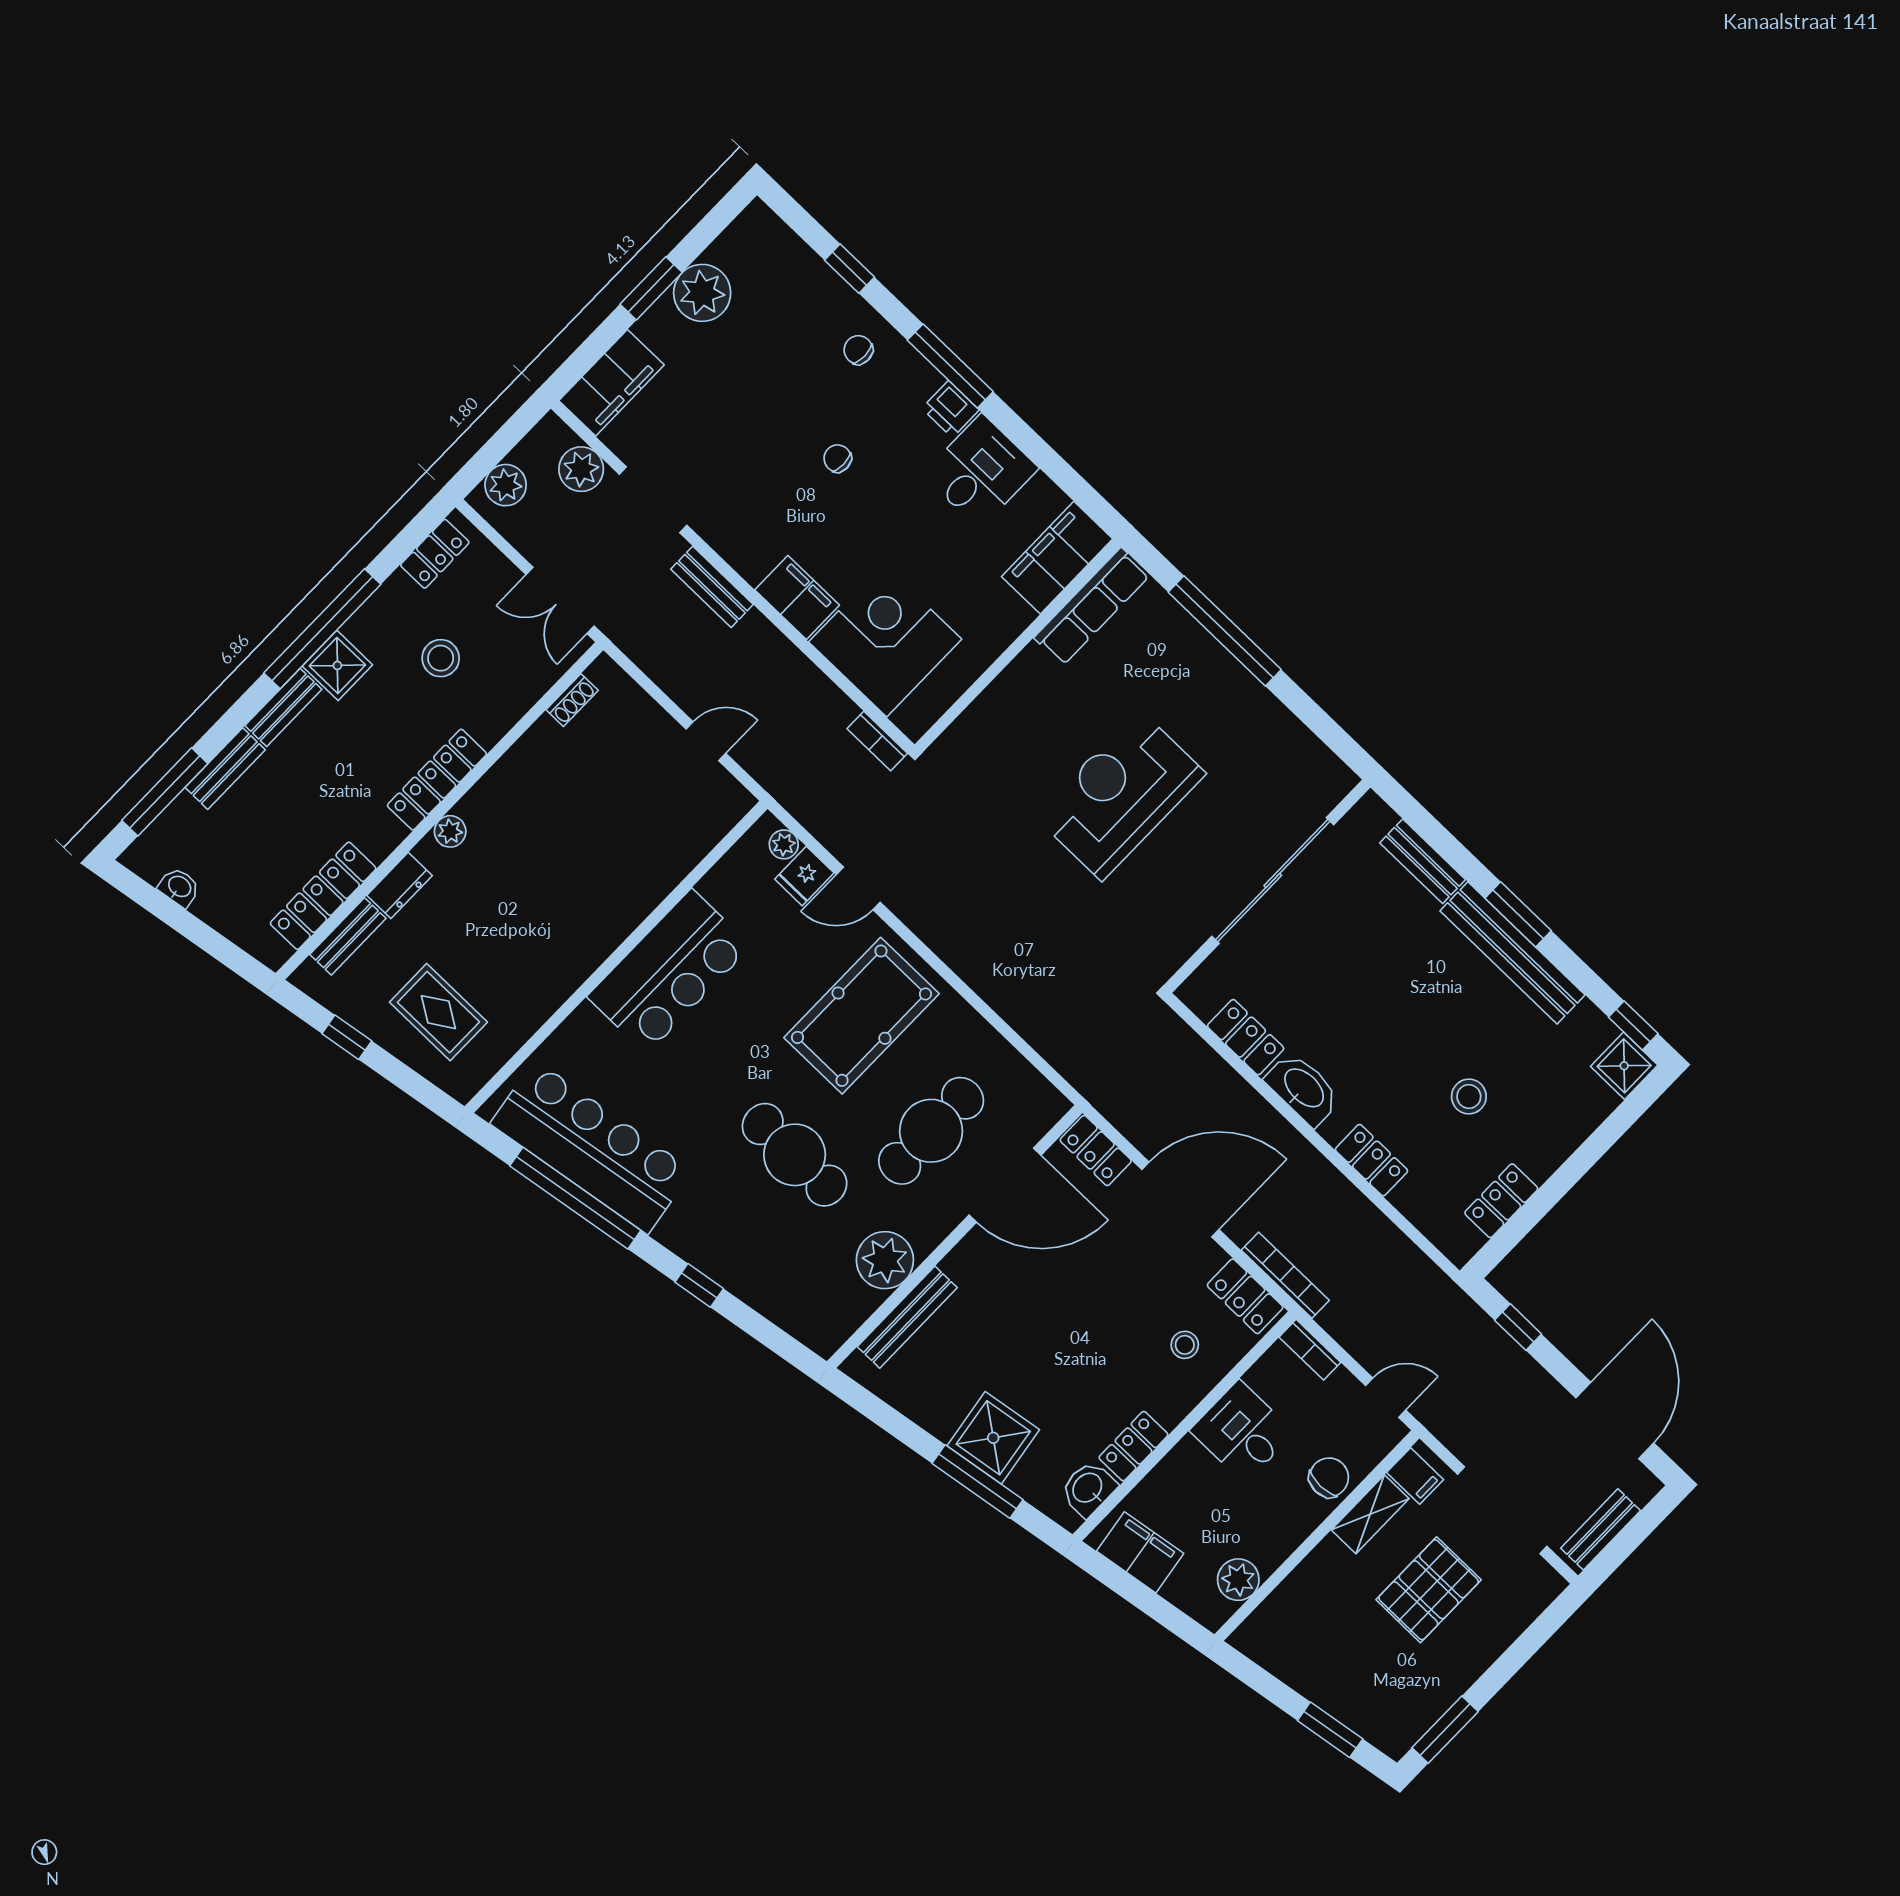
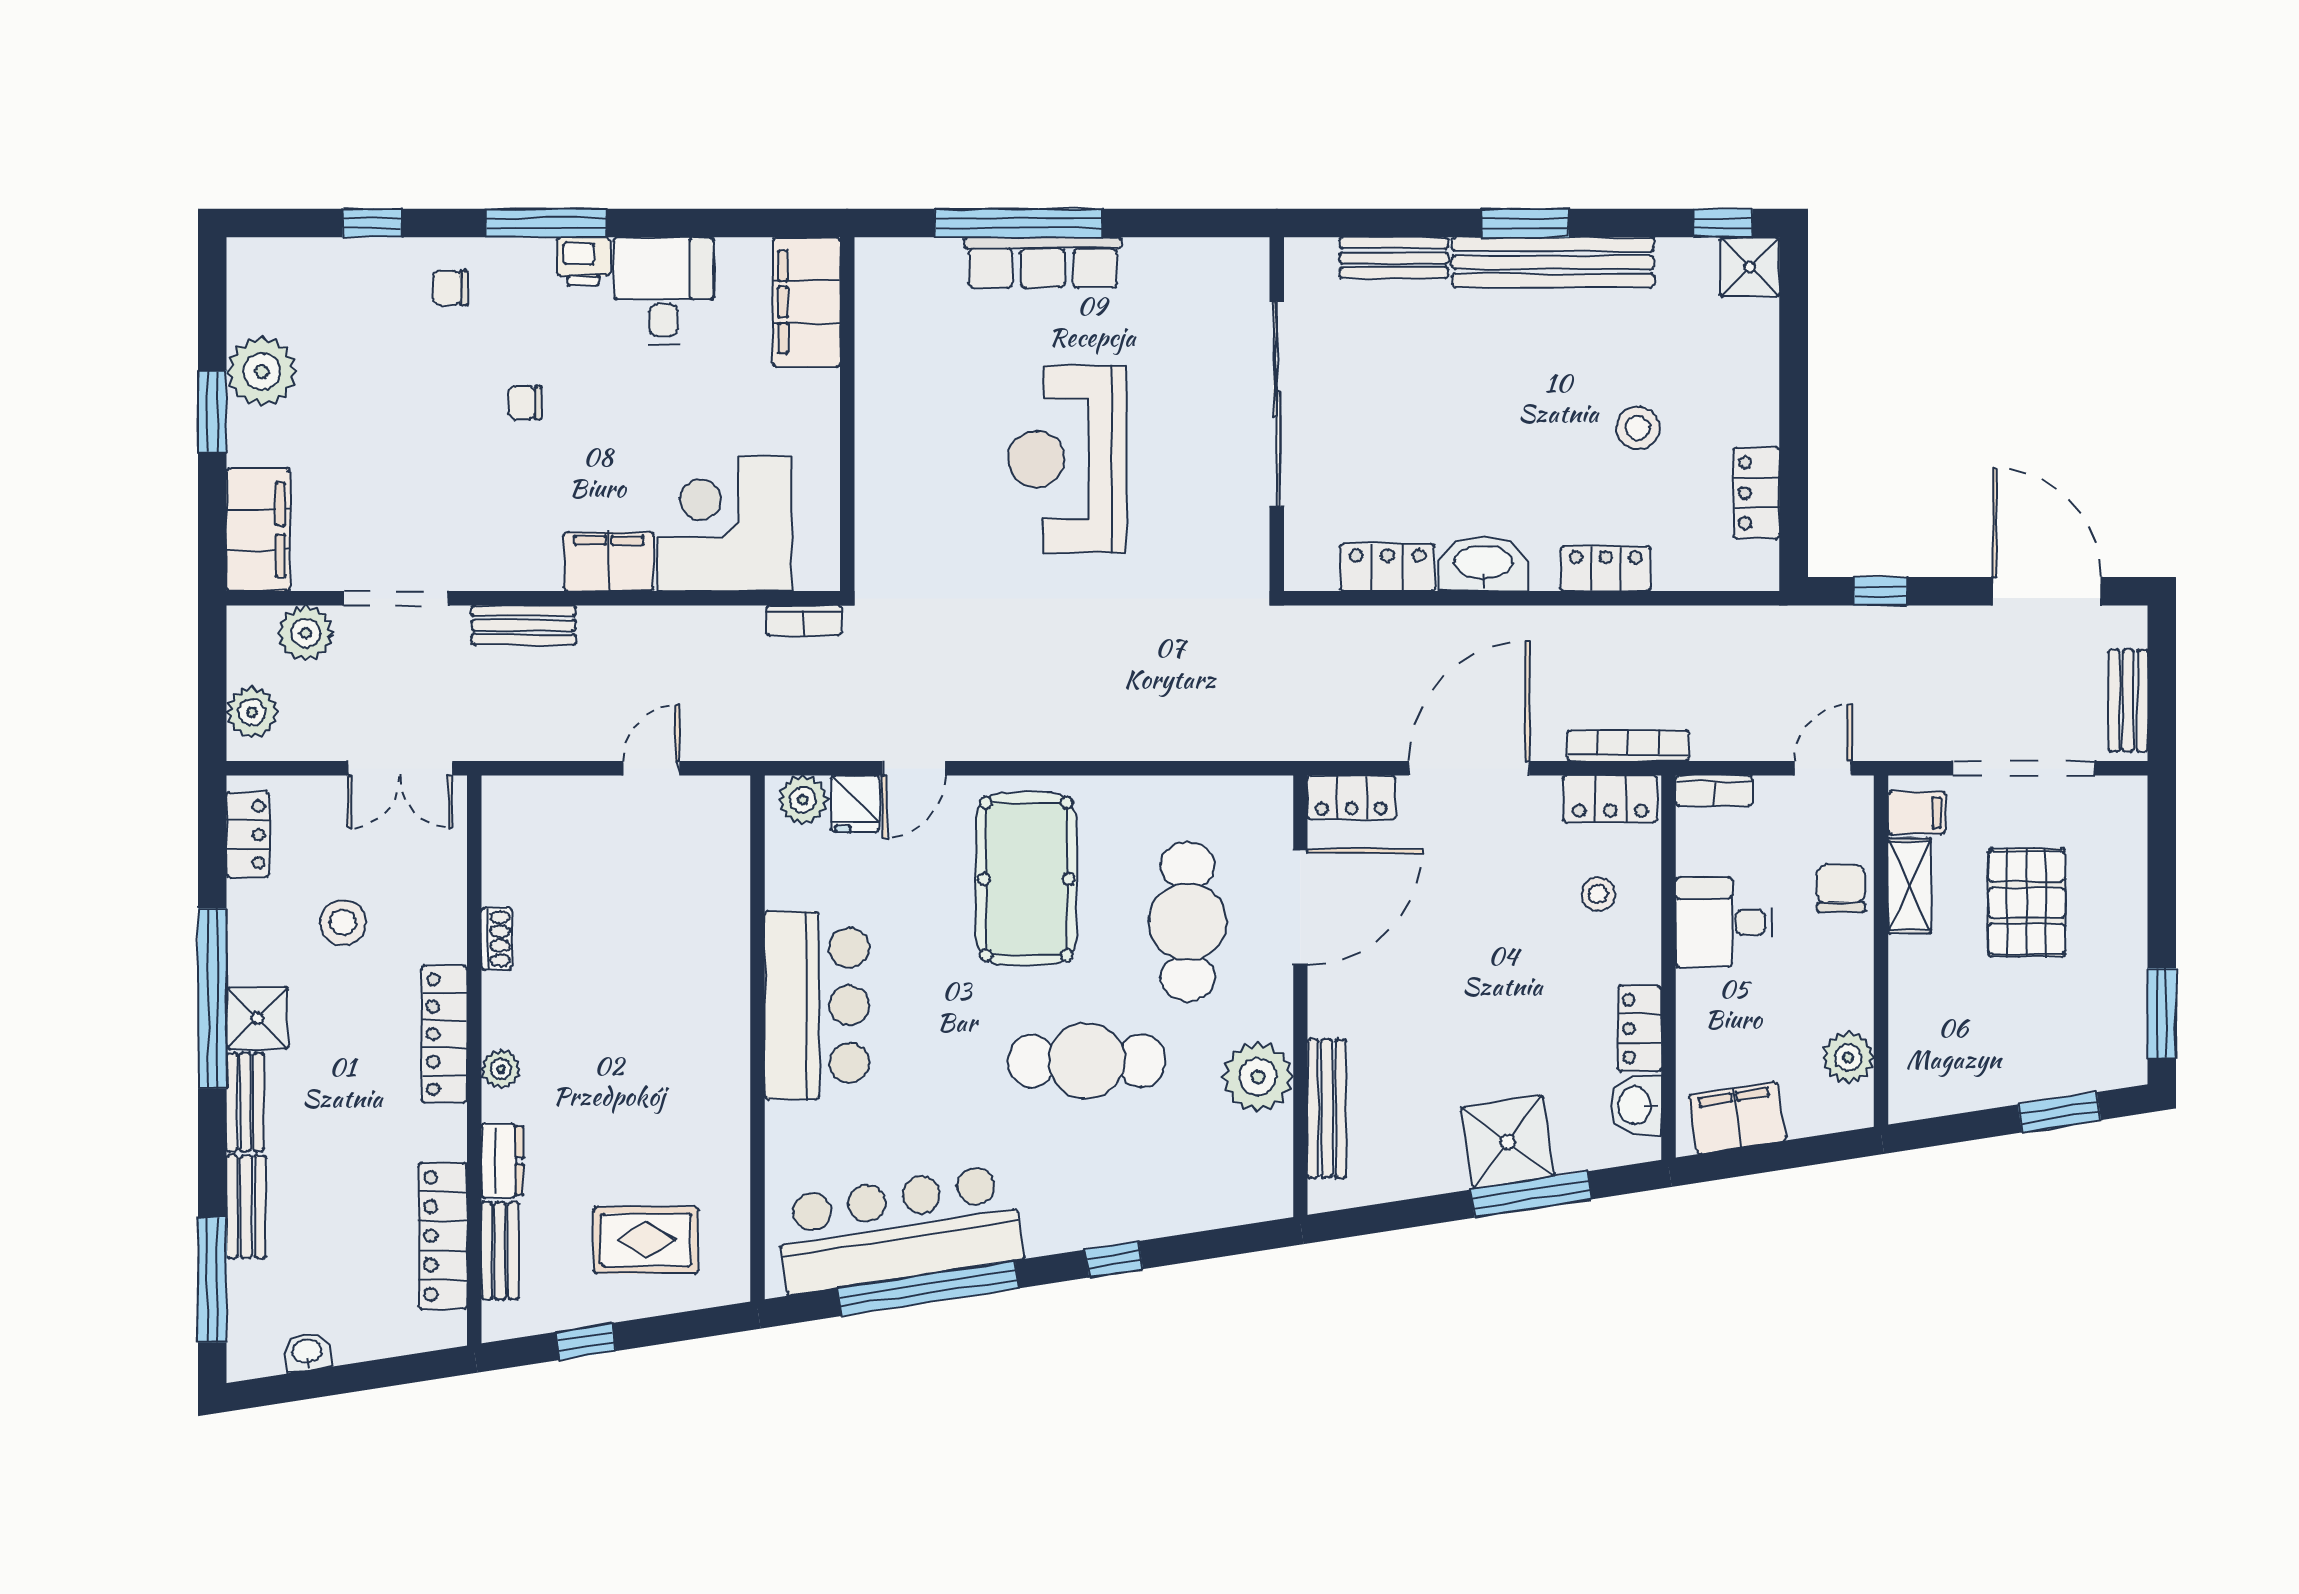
row of seats: (1092, 607) -> (1043, 263), moved, turned 90
shoe rack: (572, 700) -> (497, 939), moved
plant: (784, 844) -> (803, 800), width x1.38, depth x1.38

